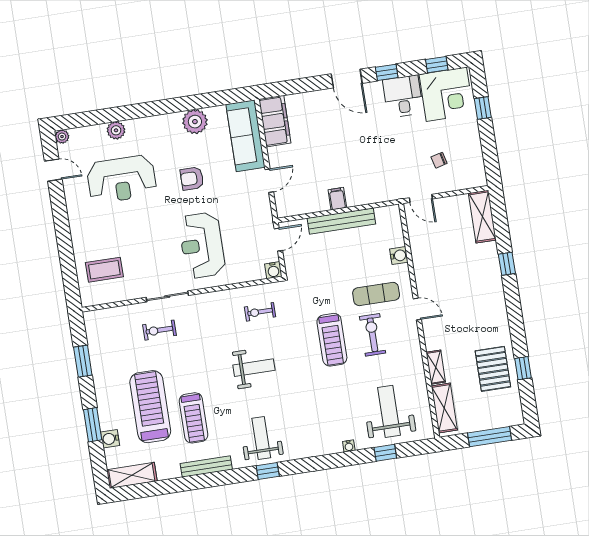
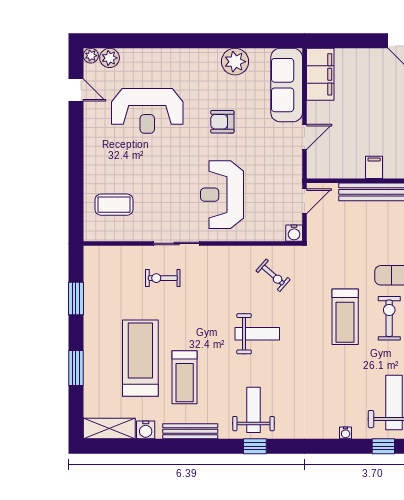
plant: (116, 130) -> (110, 58), moved
exercise bike: (260, 312) -> (273, 275), turned -139
water cooler: (110, 439) -> (146, 430), moved, turned -90

